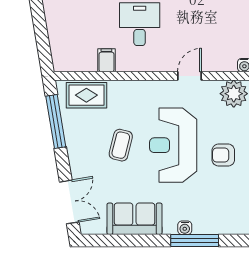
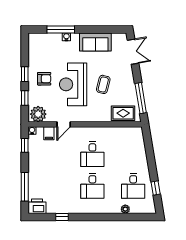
filing cabinet: (106, 60) -> (49, 133), moved
reception desk: (173, 145) -> (73, 84), turned 180
double door: (69, 202) -> (133, 52), swing flipped

